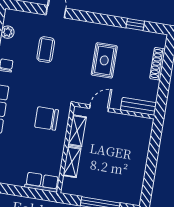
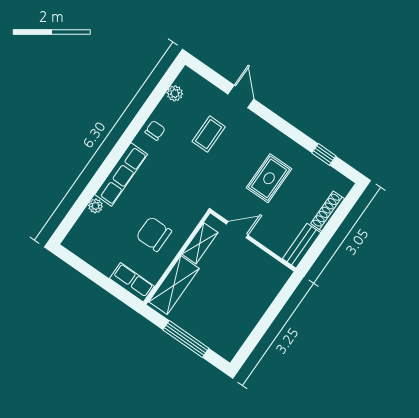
bench: (139, 106) -> (302, 246), moved, turned 90
chair: (47, 119) -> (154, 234), moved
shelving: (72, 162) -> (174, 285), width x1.50, depth x1.33

